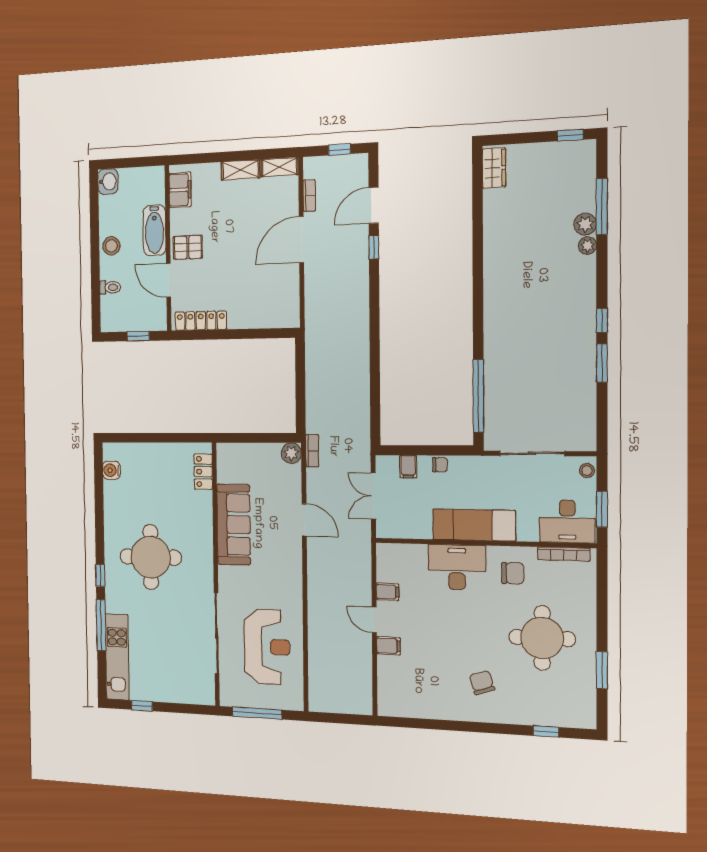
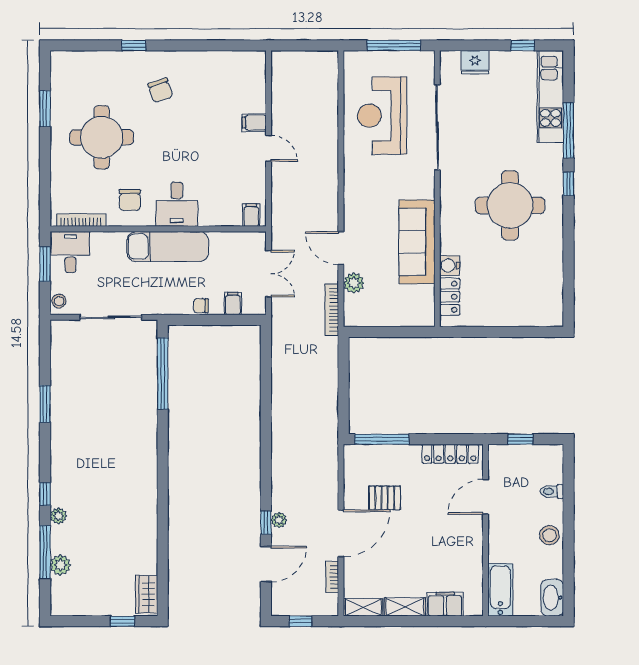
window: (570, 135) -> (122, 621), moved
washbasin: (108, 182) -> (552, 598), width x1.38
filing cabinet: (180, 190) -> (445, 604), moved, turned 90
plant: (585, 224) -> (60, 565), moved
bathtub: (154, 230) -> (500, 590), moved
pallet: (188, 247) -> (385, 498), moved
plant: (361, 250) -> (279, 520), added
door: (168, 280) -> (486, 497), swing flipped
window: (602, 320) -> (45, 494), moved
window: (264, 333) -> (382, 439), added
bookcase: (312, 451) -> (332, 310), width x1.56
plant: (291, 453) -> (354, 283), moved
water cooler: (111, 470) -> (450, 266), moved, turned 180
desk: (567, 521) -> (71, 252), width x0.73
desk: (457, 567) -> (177, 204), width x0.73
chair: (513, 573) -> (130, 200), turned -90
filing cabinet: (387, 592) -> (251, 215), moved, turned 90
fridge: (184, 693) -> (475, 62), added
window: (546, 731) -> (134, 45), moved

